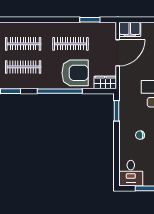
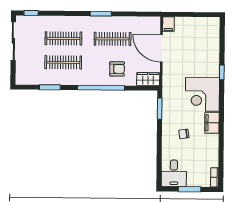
window: (90, 20) -> (101, 14), moved
filing cabinet: (130, 29) -> (168, 24), width x0.50
door: (118, 53) -> (161, 48), swing flipped
armchair: (75, 73) -> (117, 69), width x0.53, depth x0.53

